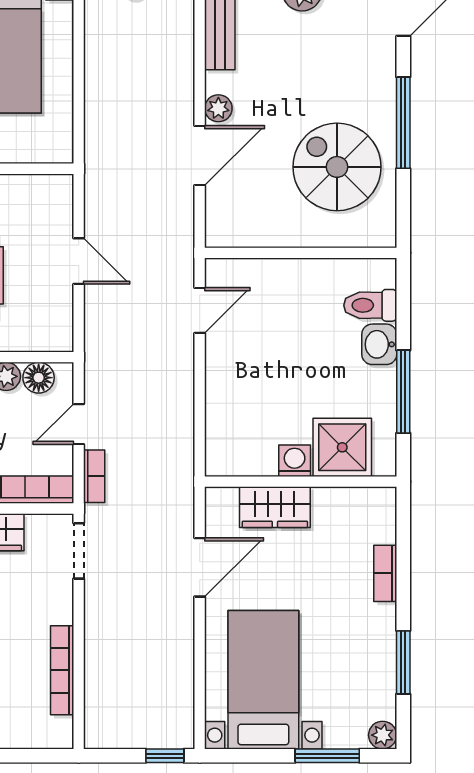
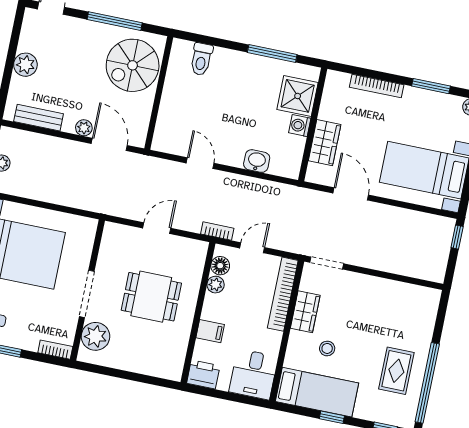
wall: (301, 253) -> (159, 93), moved
toilet: (370, 305) -> (201, 59), moved
washbasin: (379, 344) -> (257, 161), moved, turned 180
door: (79, 424) -> (252, 248), swing flipped
bookcase: (94, 476) -> (217, 231), moved
bookcase: (385, 573) -> (377, 86), width x1.56
bookcase: (62, 670) -> (395, 287), removed

